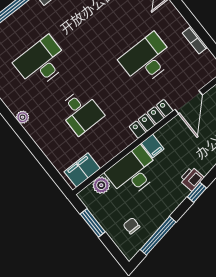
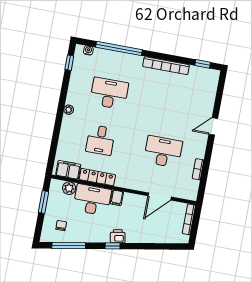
locker: (151, 119) -> (97, 177), moved

